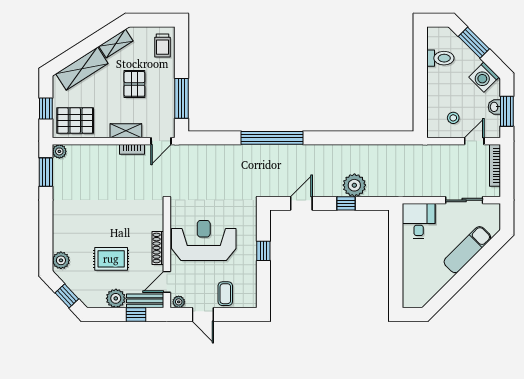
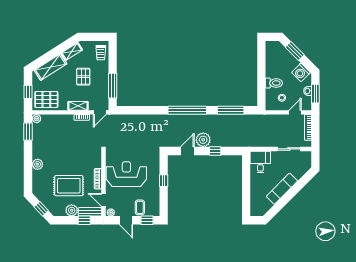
toilet: (440, 58) -> (274, 83), moved
window: (272, 138) -> (187, 110), moved
window: (371, 138) -> (231, 110), added
plant: (354, 185) -> (203, 140), moved
exam couch: (467, 250) -> (282, 189), moved
rug: (111, 259) -> (69, 186), width x1.36, depth x1.43
plant: (61, 260) -> (38, 164), moved
door: (167, 282) -> (103, 200), hinge flipped
window: (237, 315) -> (147, 220), added

